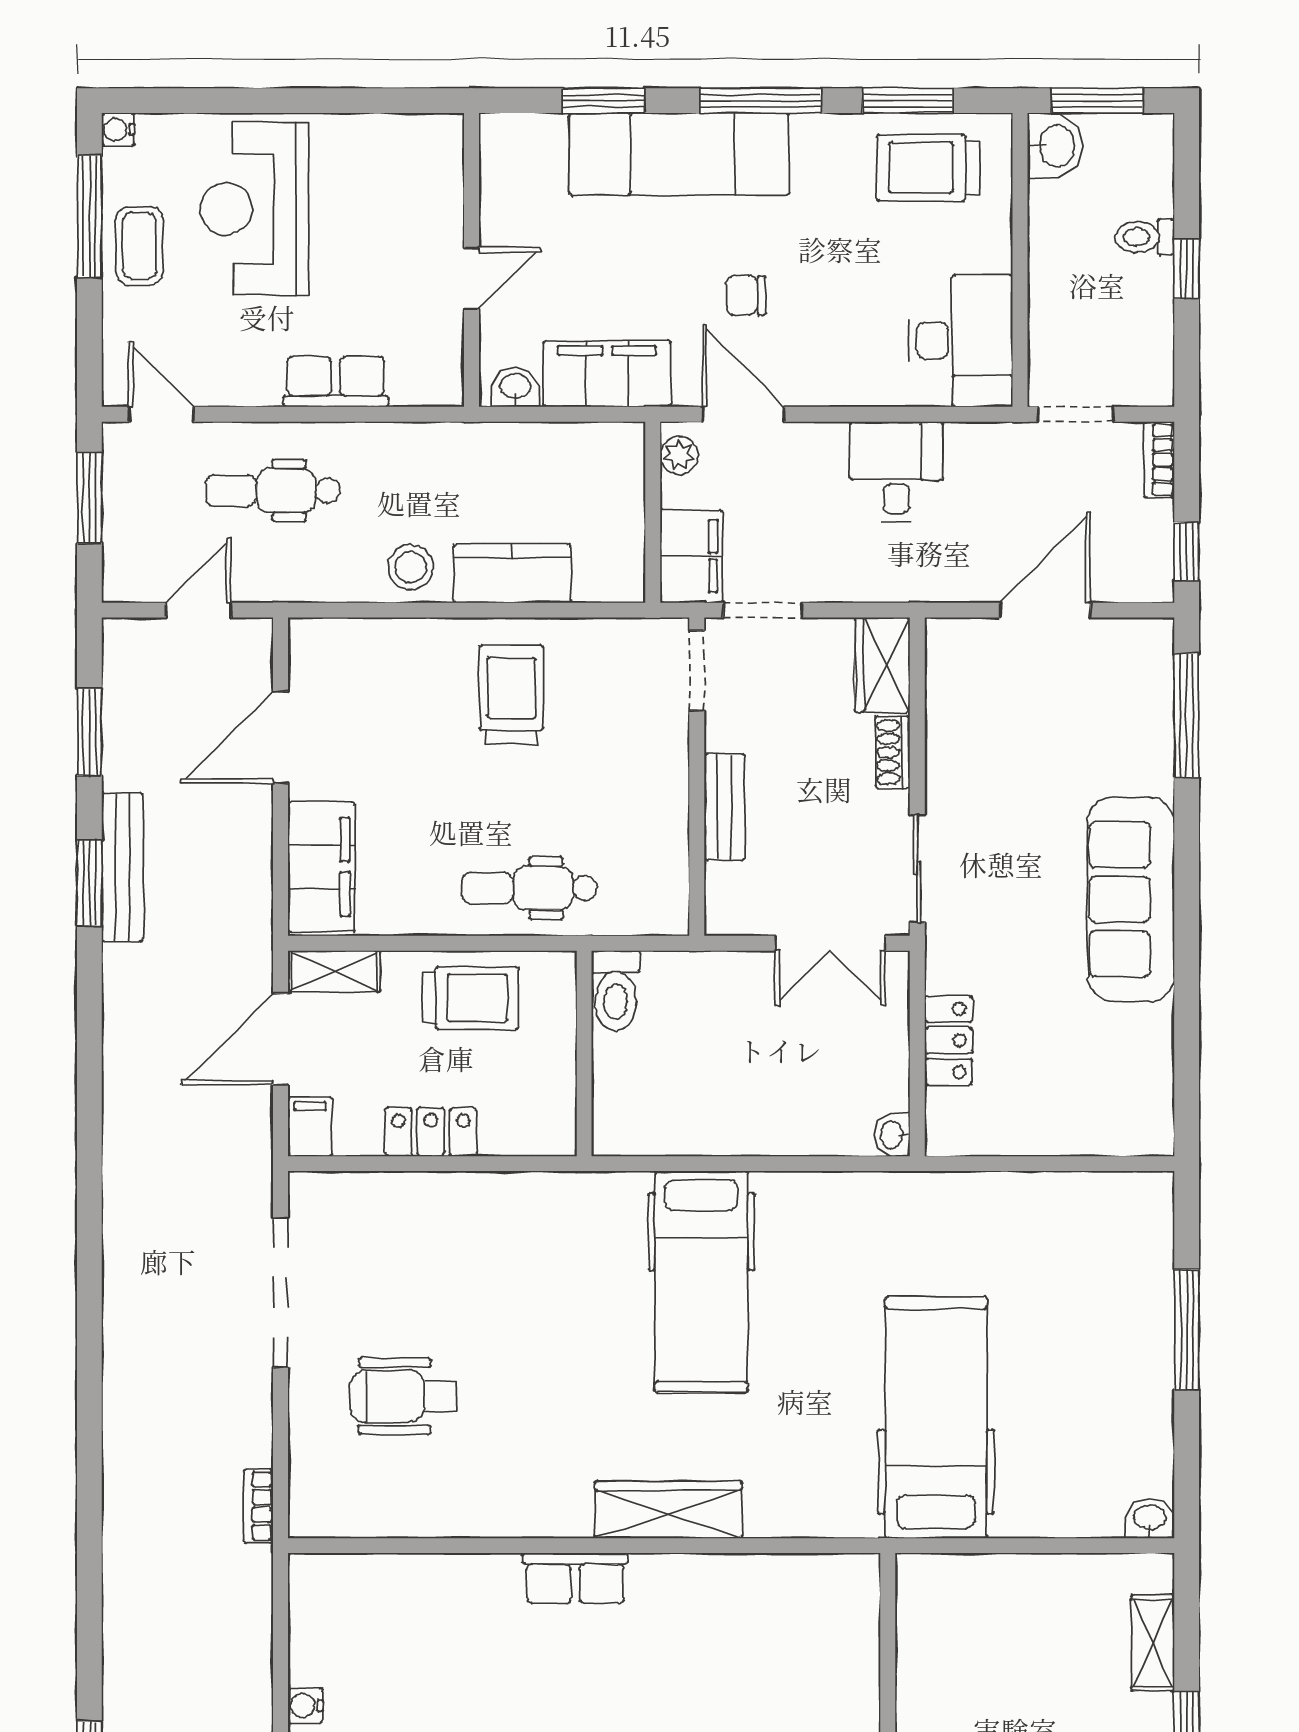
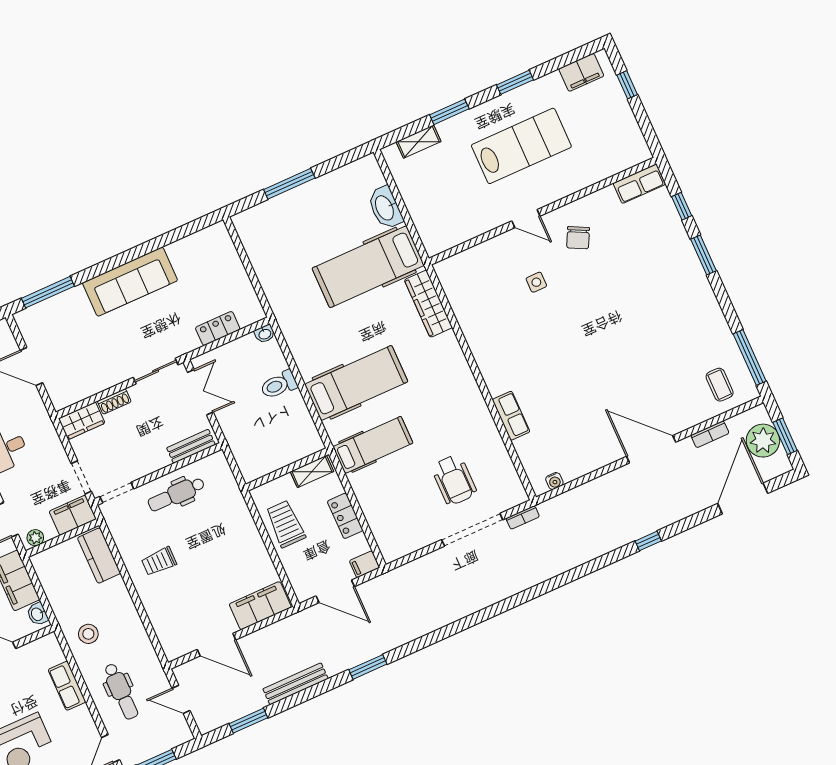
stool: (411, 567) -> (88, 634), moved
kitchen counter: (512, 573) -> (99, 556), moved
trolley: (511, 695) -> (159, 561), width x0.73, depth x0.72
bench: (724, 807) -> (191, 446), moved
window: (89, 883) -> (368, 667), moved
dental chair: (529, 888) -> (176, 494), moved, turned 90
shelving: (334, 971) -> (312, 472), moved, turned 90
toilet: (616, 991) -> (279, 385), moved, turned 180
hospital bed: (554, 1258) -> (373, 445), added
doorway: (280, 1292) -> (472, 530), moved
wardrobe: (668, 1510) -> (428, 304), moved
washbasin: (1150, 1518) -> (385, 208), moved, width x1.91, depth x1.45
row of seats: (575, 1578) -> (511, 416), moved
water cooler: (305, 1706) -> (554, 481), moved

